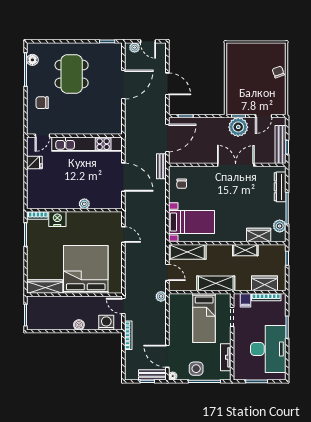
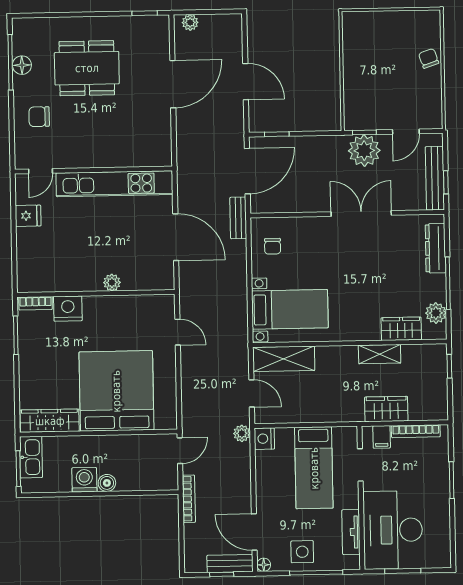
door: (148, 41) -> (212, 12), removed
floor lamp: (32, 60) -> (22, 65), moved
dining table: (72, 74) -> (87, 68), turned 90
shelving: (216, 283) -> (332, 410), removed
wardrobe: (264, 283) -> (386, 409), moved
nightstand: (175, 300) -> (264, 439), added
door: (123, 306) -> (180, 451), swing flipped
kitchen sink: (33, 308) -> (31, 457), added
washing machine: (106, 323) -> (84, 480), moved
desk: (268, 349) -> (393, 530), moved, turned 180

